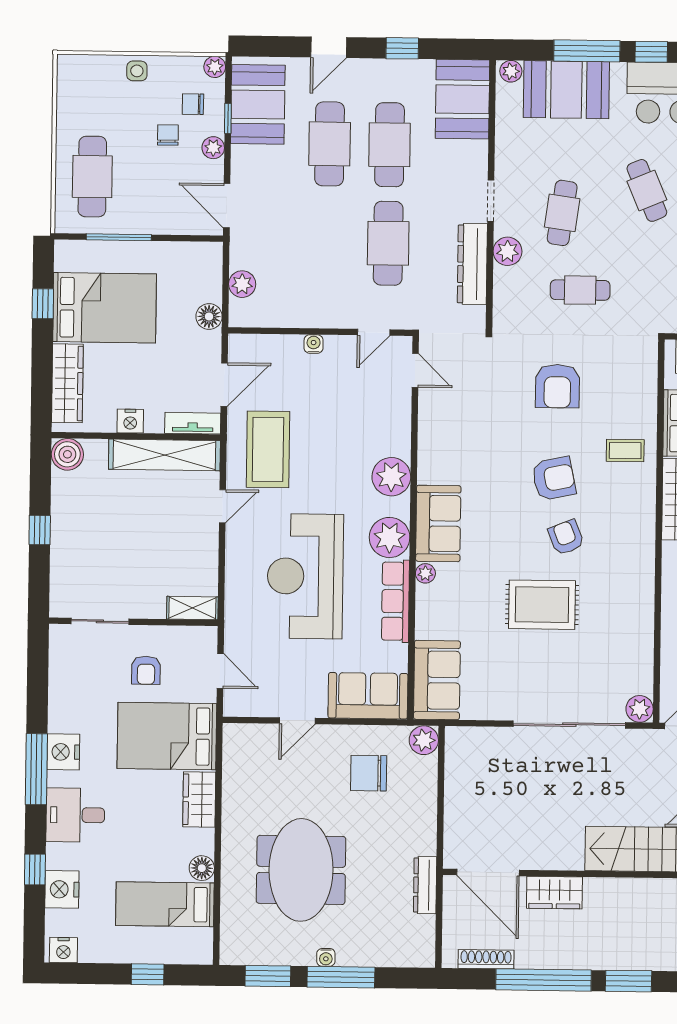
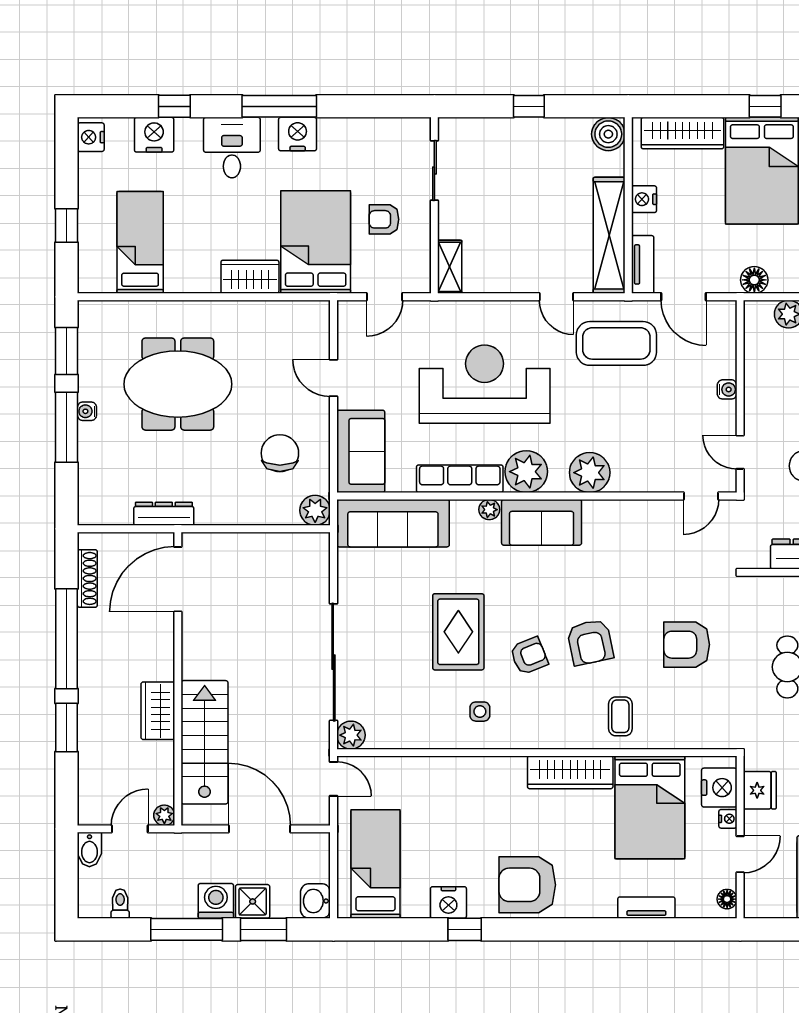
side table: (619, 585) -> (480, 712), added
sofa: (437, 680) -> (393, 523), width x1.36
floor lamp: (202, 868) -> (178, 280), removed
wardrobe: (554, 893) -> (158, 711), moved

